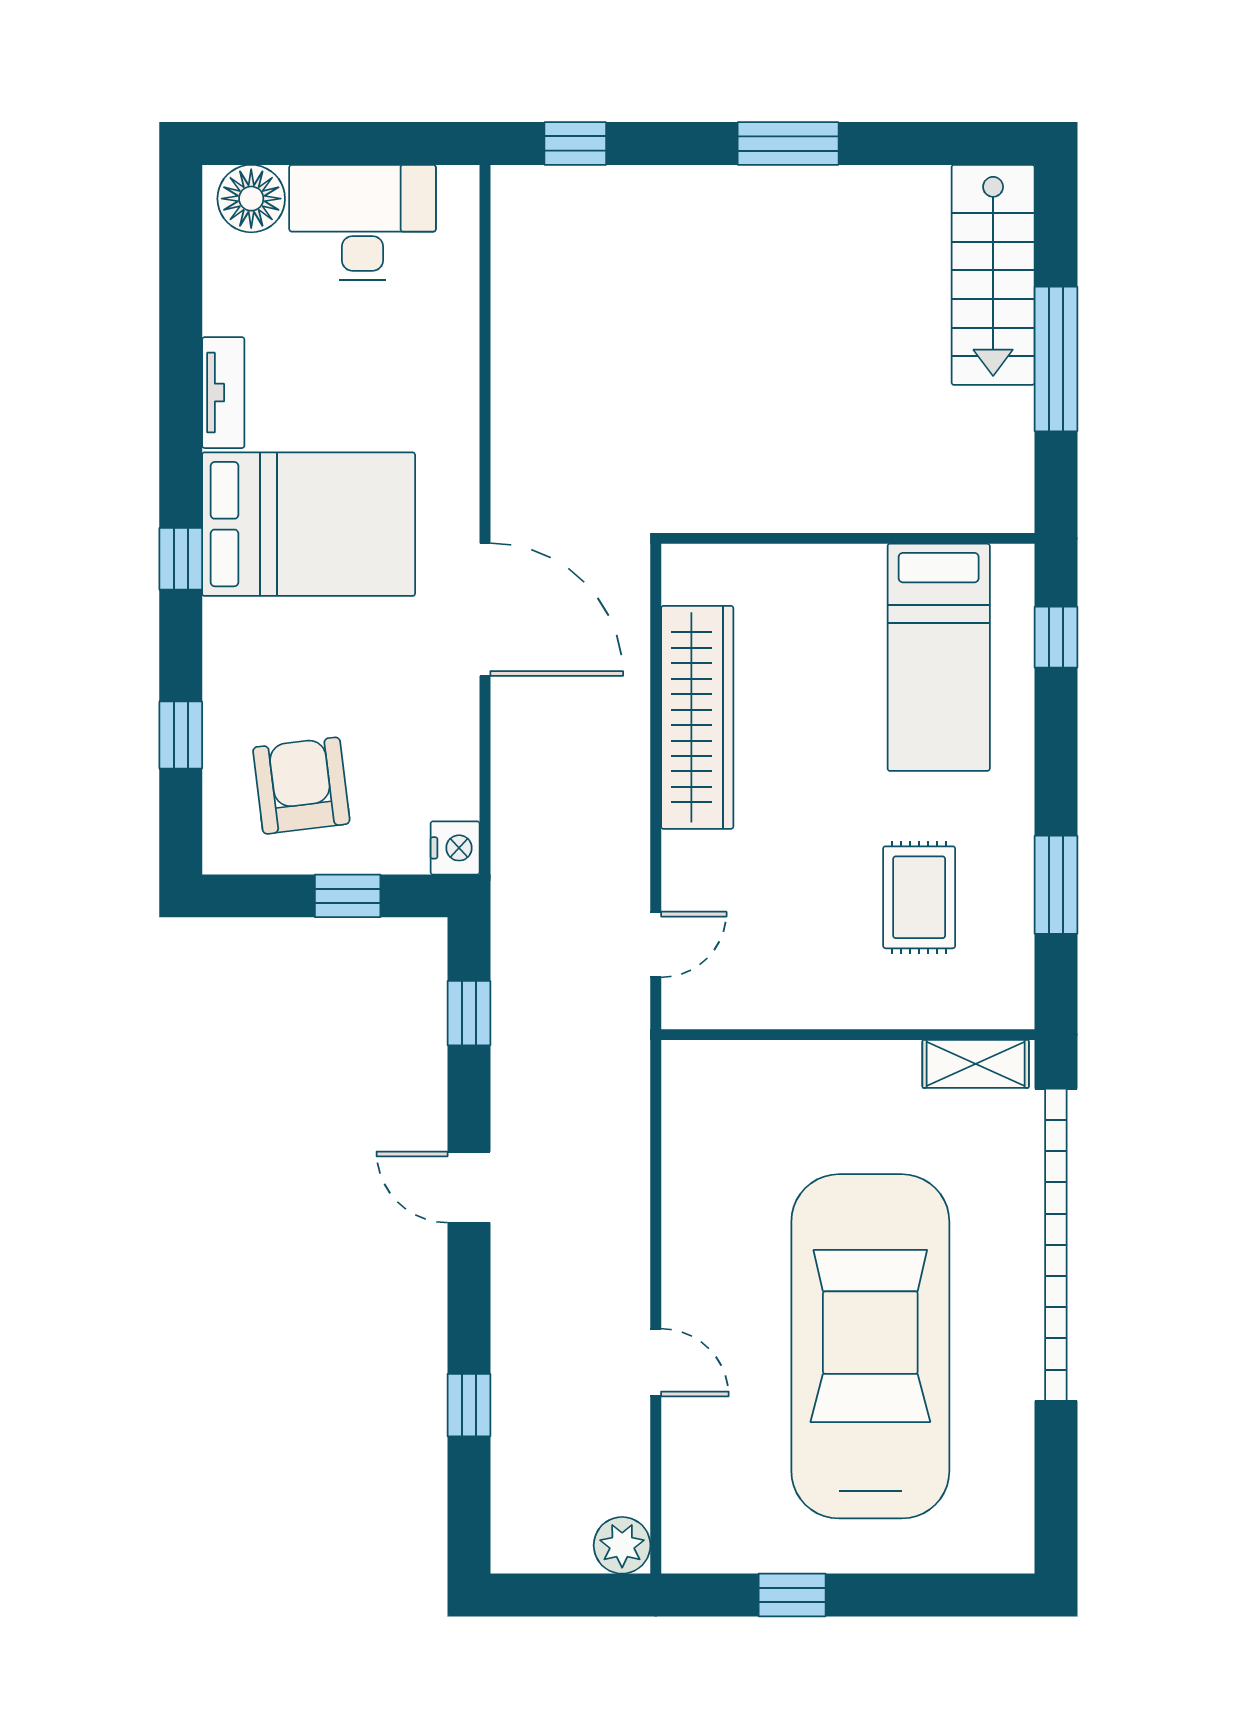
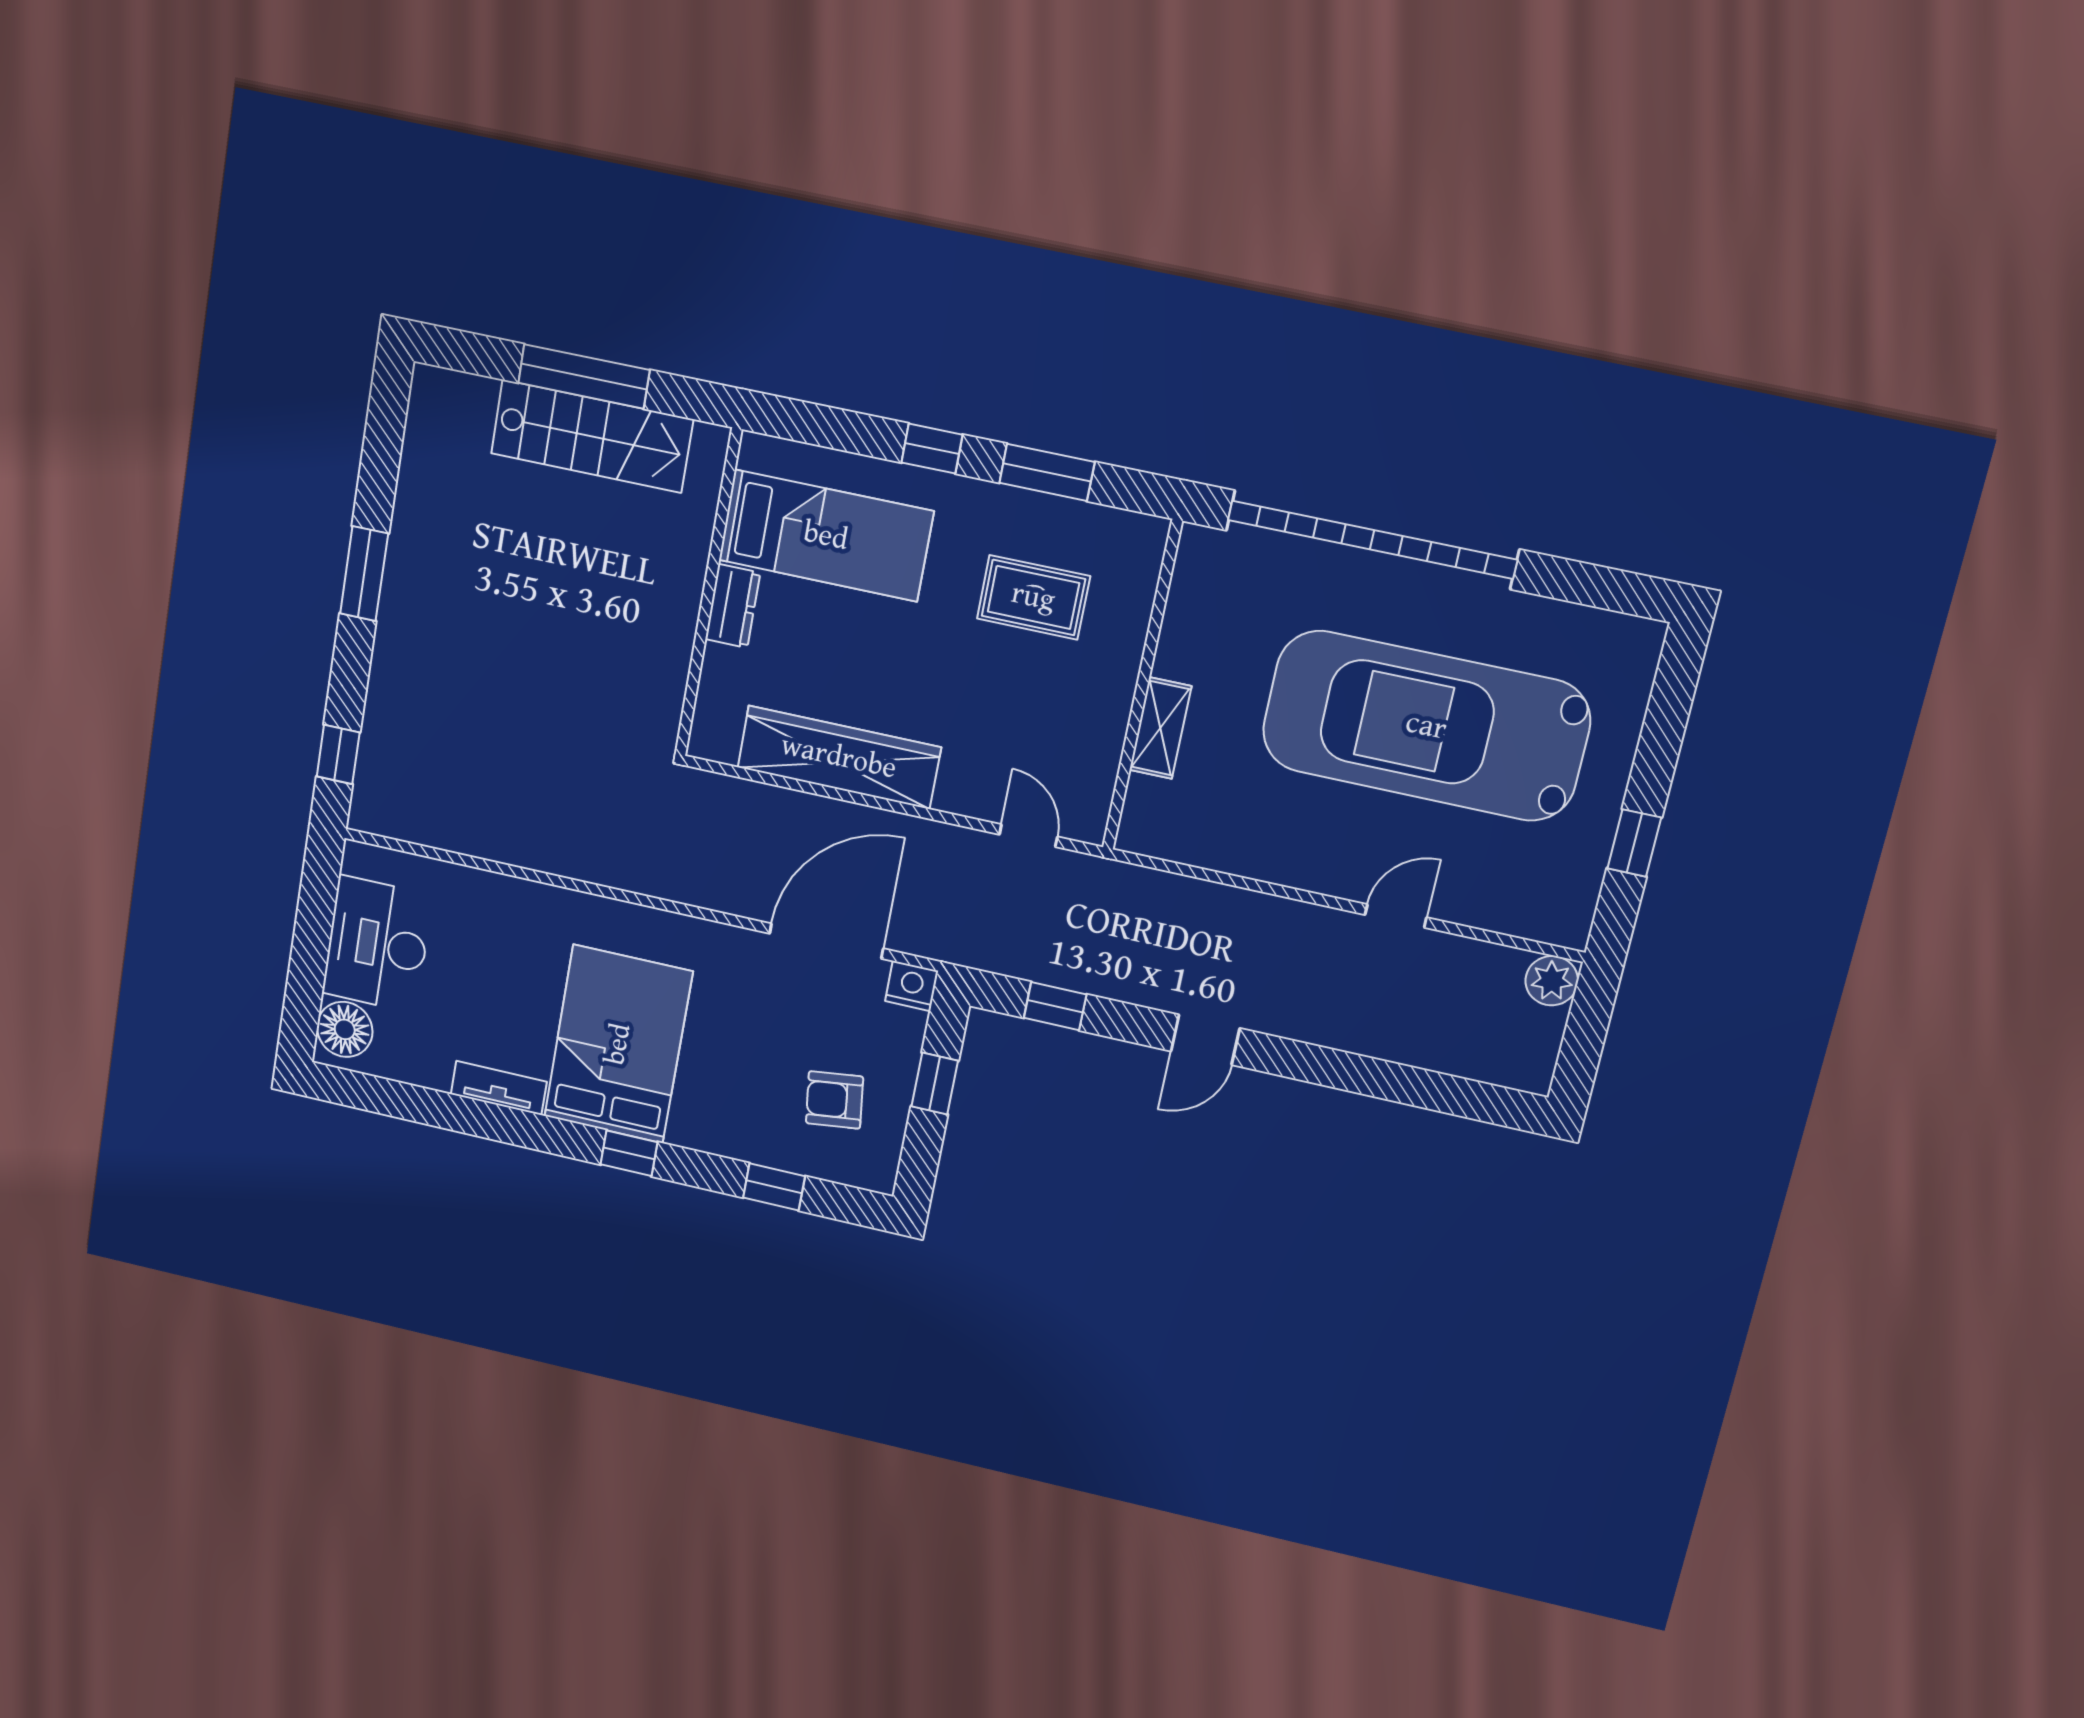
stairs: (993, 275) -> (592, 436), moved
dresser: (840, 568) -> (733, 606), added
door: (485, 610) -> (826, 941), moved
window: (1056, 637) -> (932, 449), moved
armchair: (301, 786) -> (834, 1100), width x0.72, depth x0.72
shelving: (976, 1064) -> (1160, 728), moved
window: (469, 1405) -> (1396, 1082), removed

